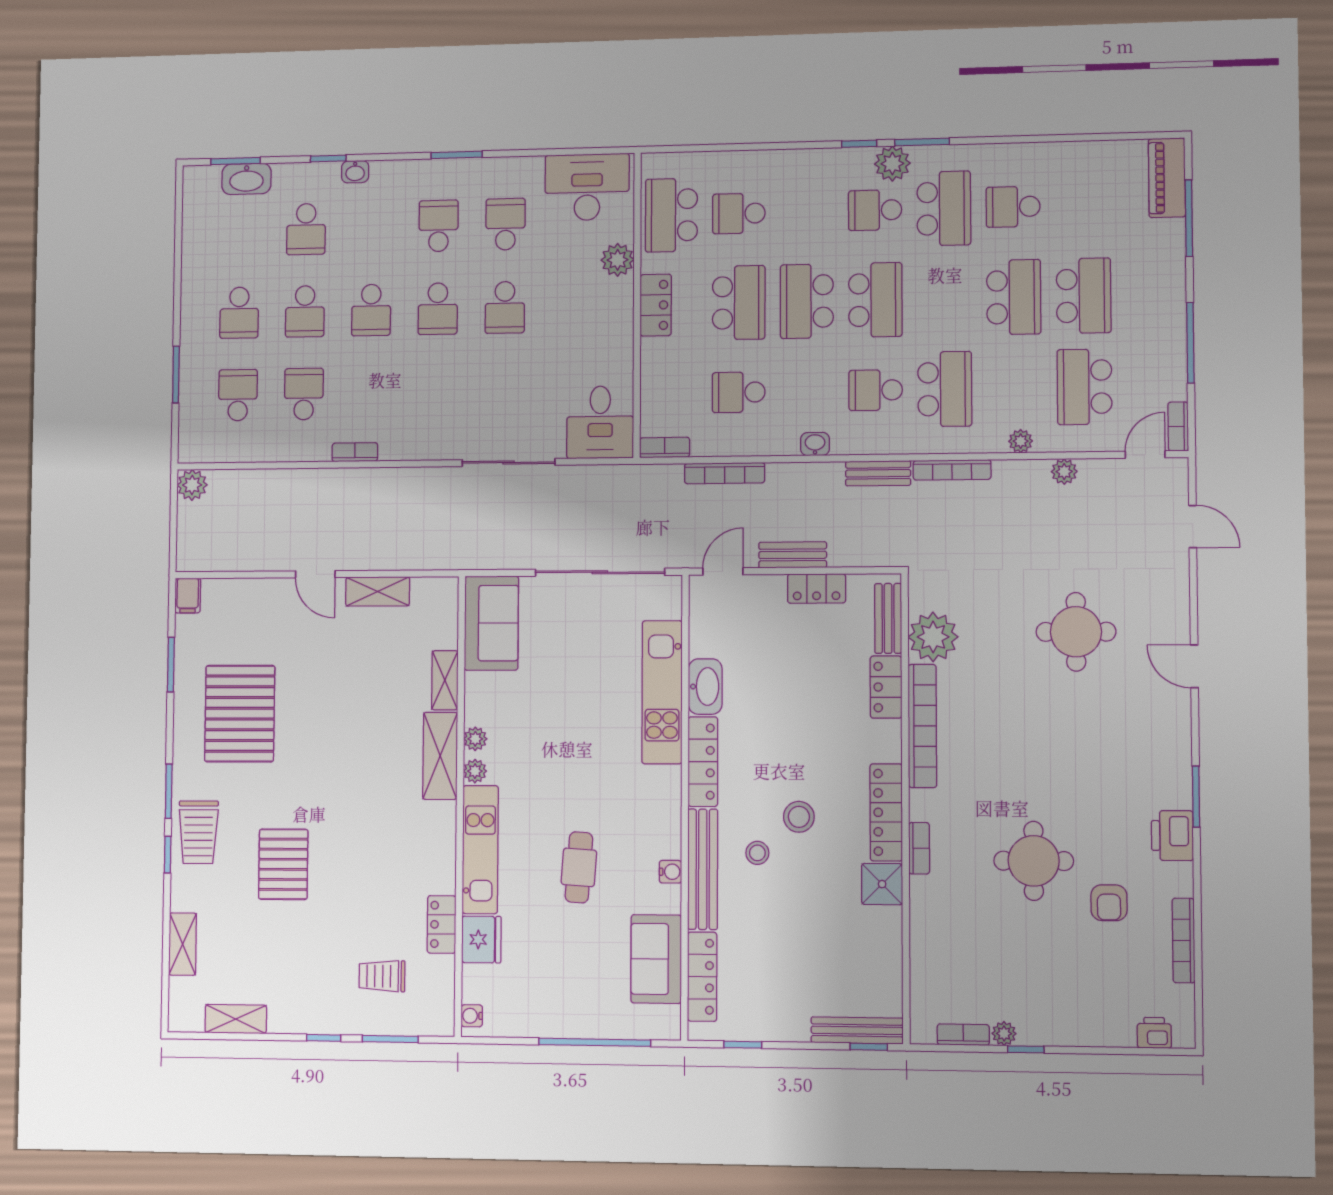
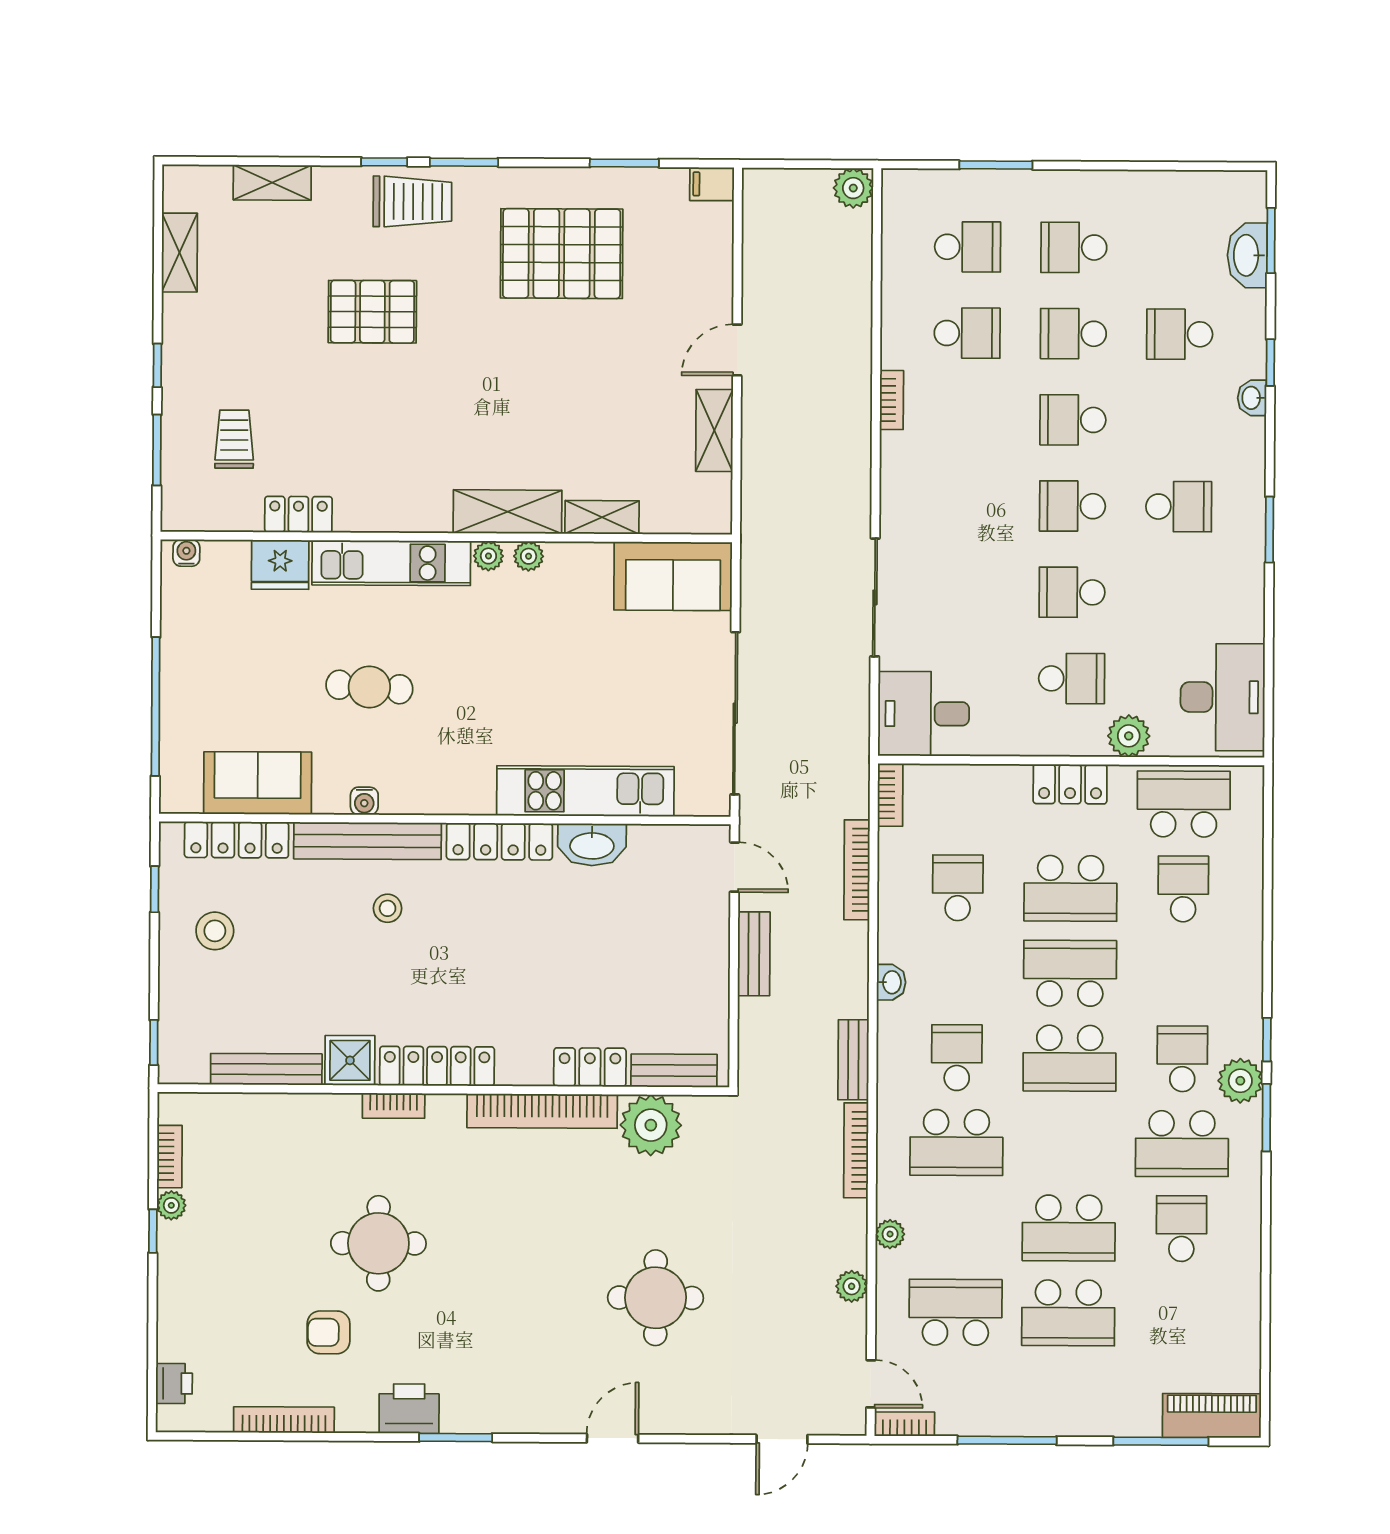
school desk: (505, 224) -> (1072, 679), moved
locker: (817, 588) -> (712, 983), removed
stool: (799, 817) -> (215, 931), moved
trolley: (198, 832) -> (412, 202), turned 180
bench: (857, 1030) -> (266, 1069), moved, turned 90

